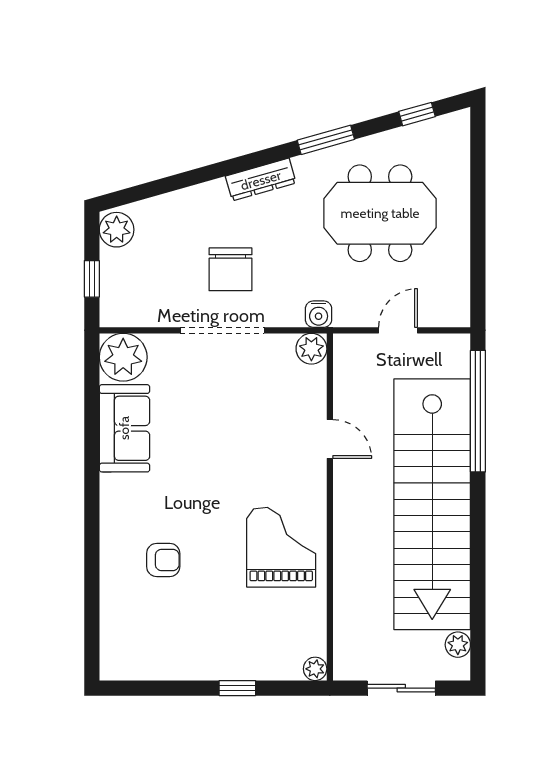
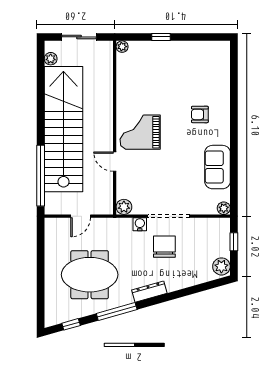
window: (326, 140) -> (117, 311), width x1.44
water cooler: (319, 314) -> (140, 224), moved
plant: (123, 357) -> (224, 208), width x0.53, depth x0.53
grand piano: (281, 547) -> (140, 132), moved, turned 90
armchair: (163, 560) -> (200, 114), moved

